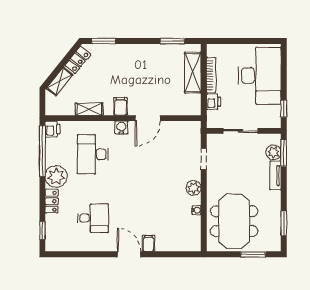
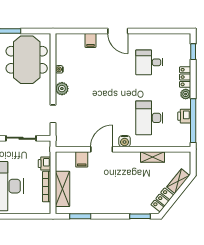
filing cabinet: (120, 106) -> (82, 159), moved
printer: (53, 129) -> (184, 116), moved
desk: (93, 154) -> (149, 118), turned 180
plant: (56, 177) -> (186, 94), width x0.53, depth x0.53
filing cabinet: (148, 243) -> (90, 40), moved

